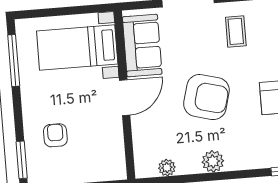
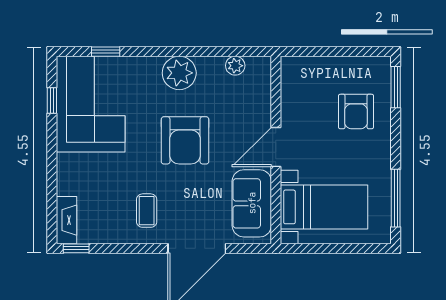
armchair: (206, 97) -> (185, 140), turned -105
armchair: (55, 135) -> (356, 112), width x1.38, depth x1.38
plant: (213, 161) -> (179, 73), width x1.36, depth x1.36

